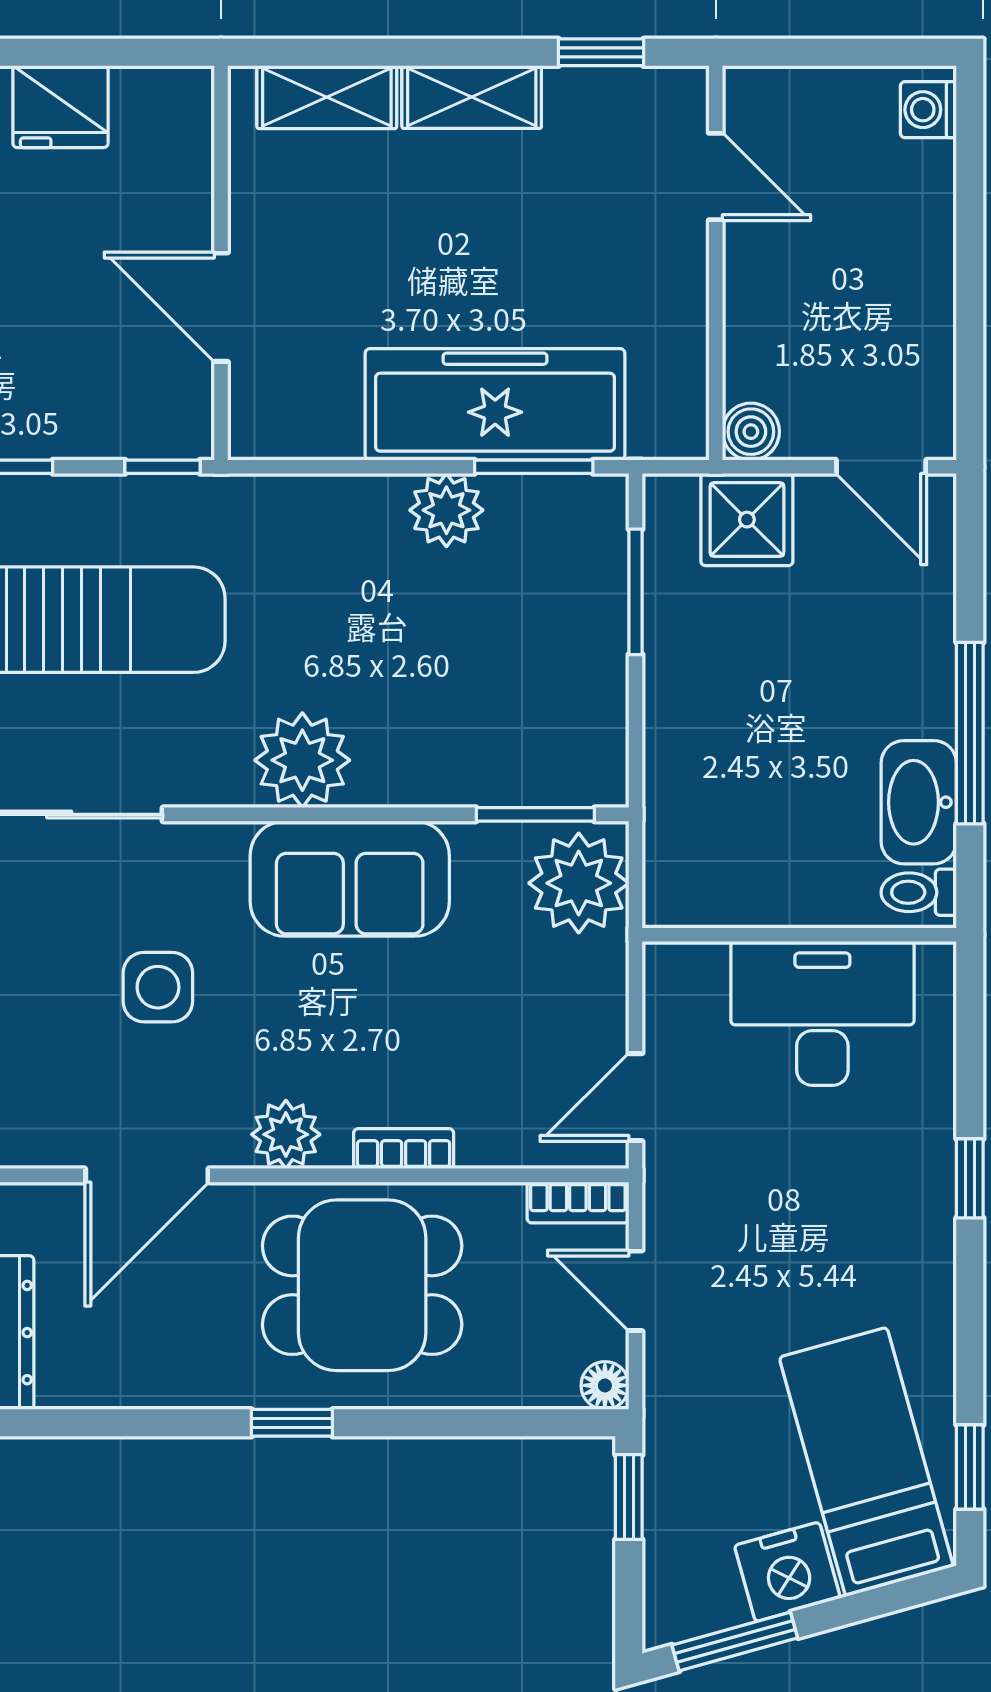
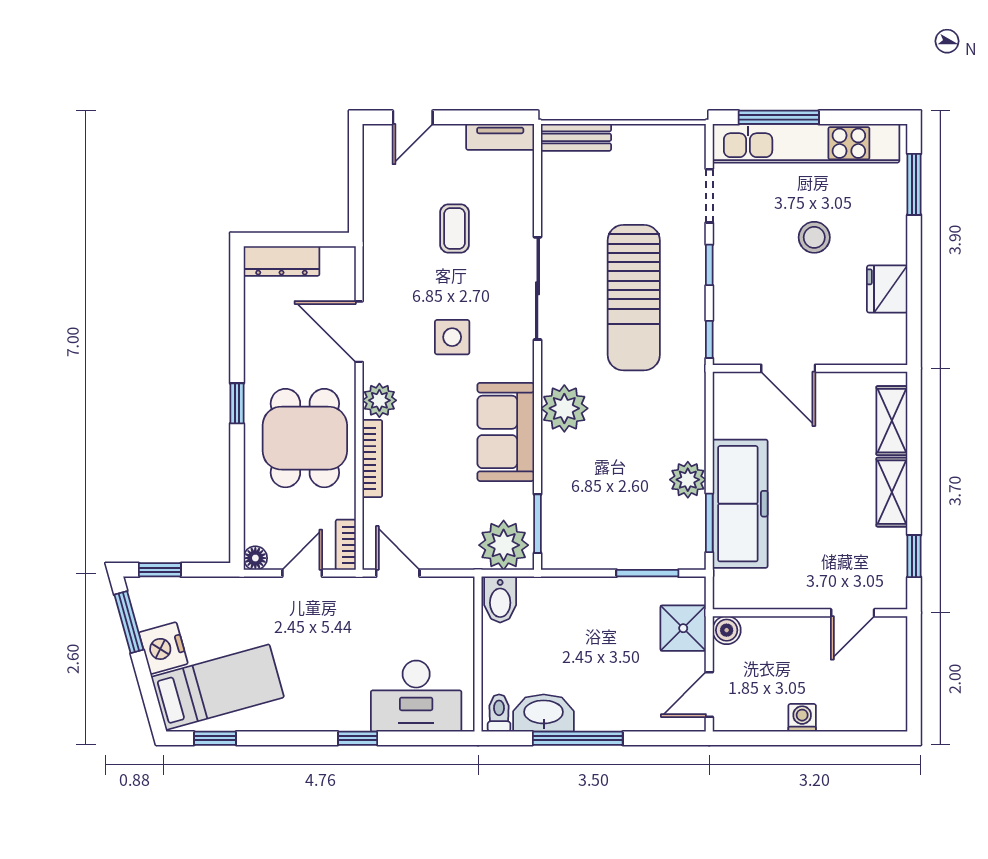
washing machine: (928, 110) -> (802, 718), moved
door: (221, 307) -> (788, 368), swing flipped
bidet: (689, 890) -> (500, 600), added
desk: (822, 1013) -> (416, 696), moved, turned 90
bookcase: (404, 1149) -> (372, 459), width x1.56
window: (629, 1497) -> (160, 570), moved

